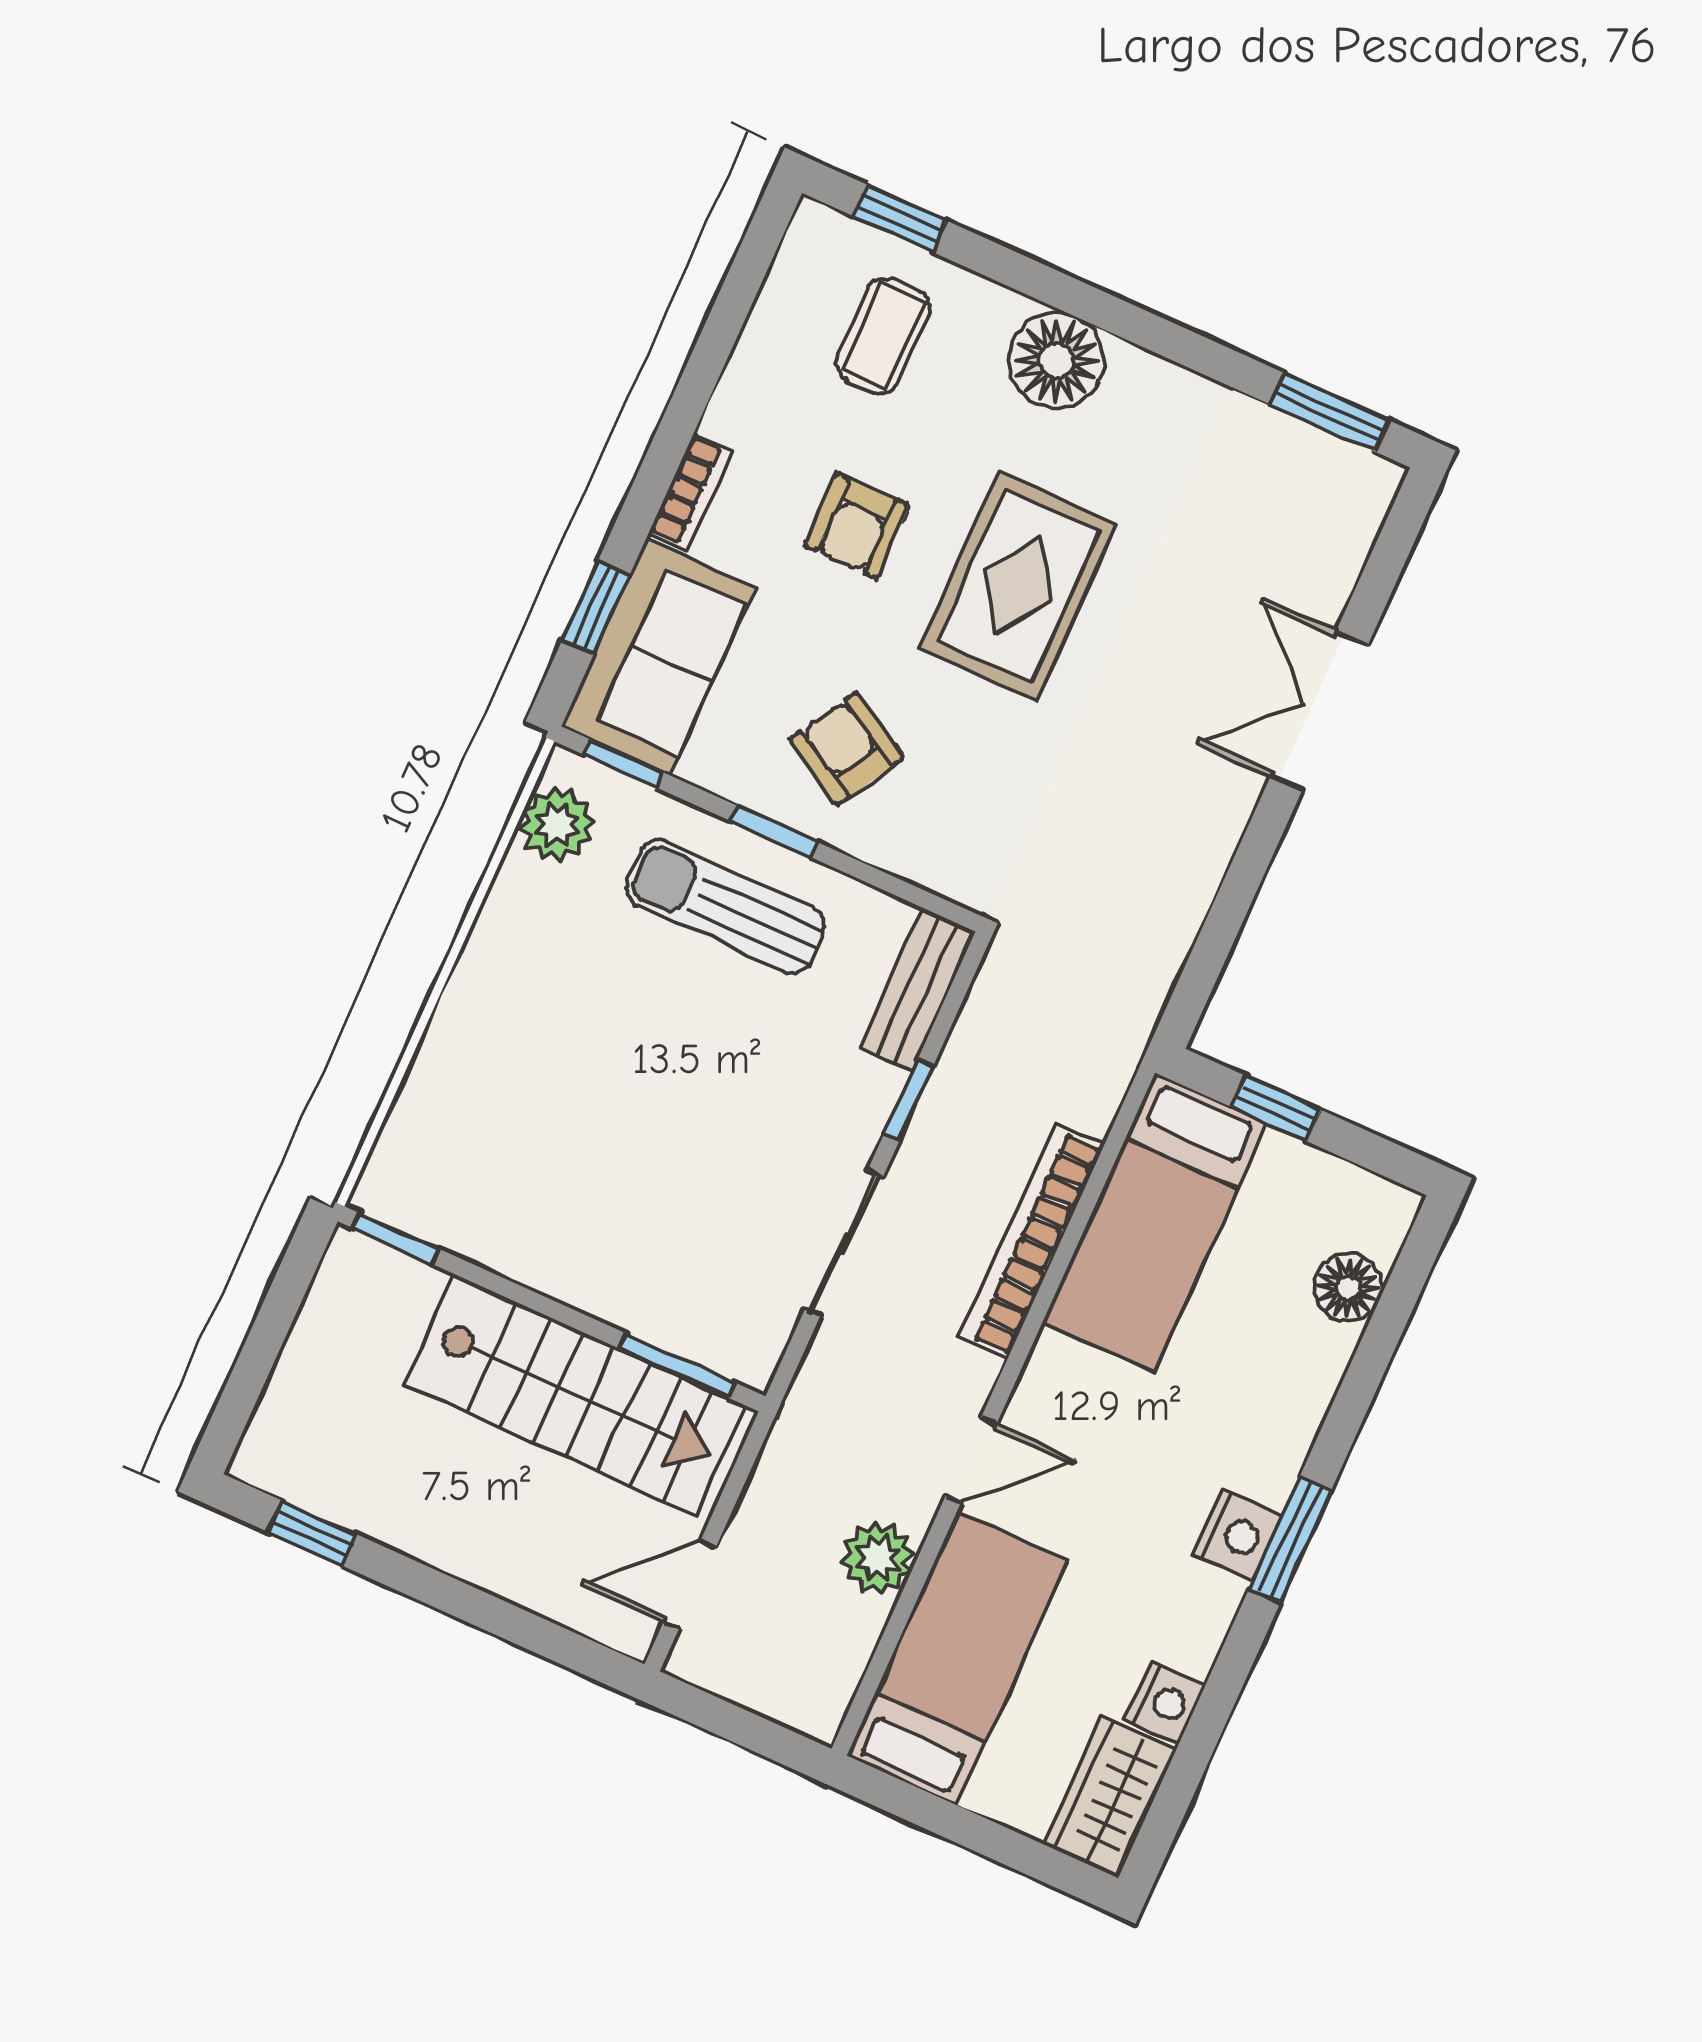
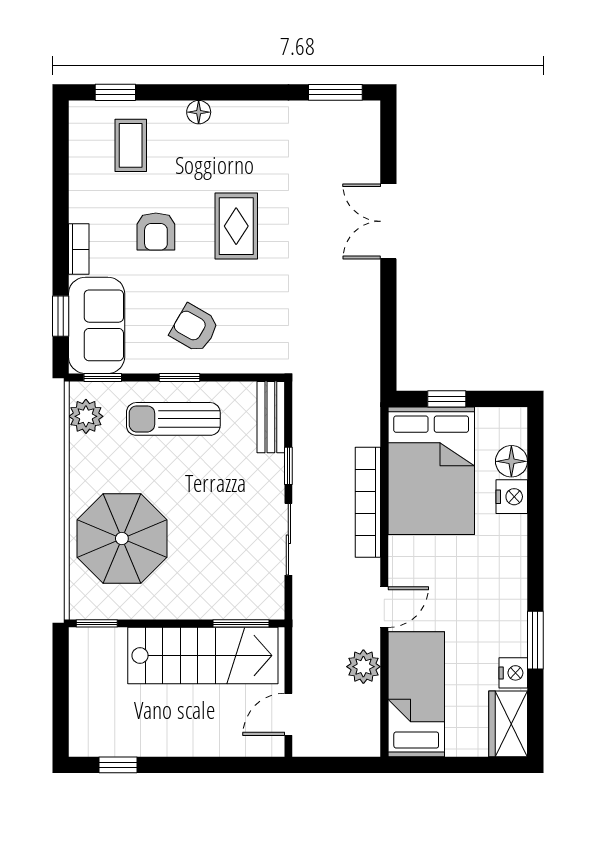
floor lamp: (1056, 360) -> (199, 112), width x0.53, depth x0.53
rug: (1018, 586) -> (236, 226), width x0.73, depth x0.70
parasol: (520, 1095) -> (122, 538), added
bed: (1155, 1223) -> (431, 471), width x1.50
nightstand: (1237, 1535) -> (512, 497), moved
window: (1290, 1540) -> (535, 640), moved

